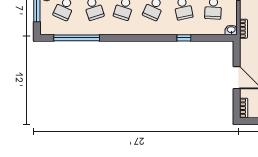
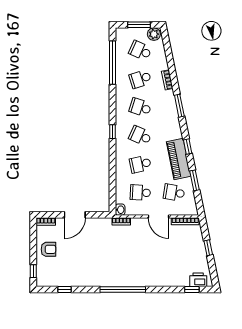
window: (184, 38) -> (113, 132), moved

